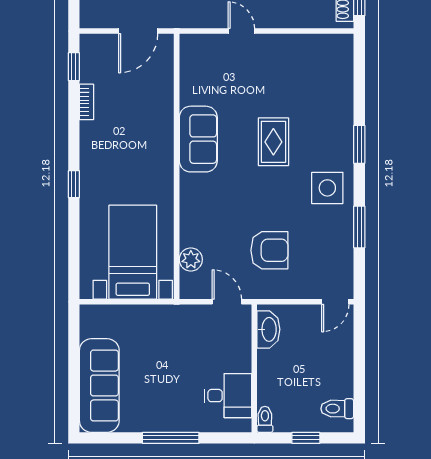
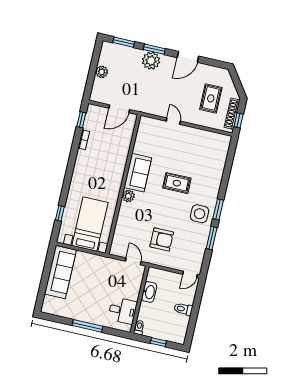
rug: (273, 142) -> (177, 183), turned 90
window: (359, 144) -> (218, 209), moved
window: (74, 184) -> (60, 213), moved
plant: (191, 259) -> (128, 196), moved
washbasin: (268, 329) -> (149, 292), moved
sofa: (99, 386) -> (60, 272), moved
toilet: (337, 409) -> (183, 309), moved

